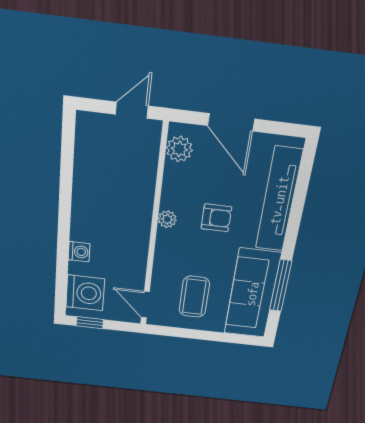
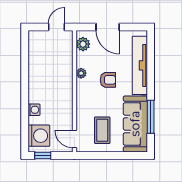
plant: (167, 219) -> (81, 73), moved

